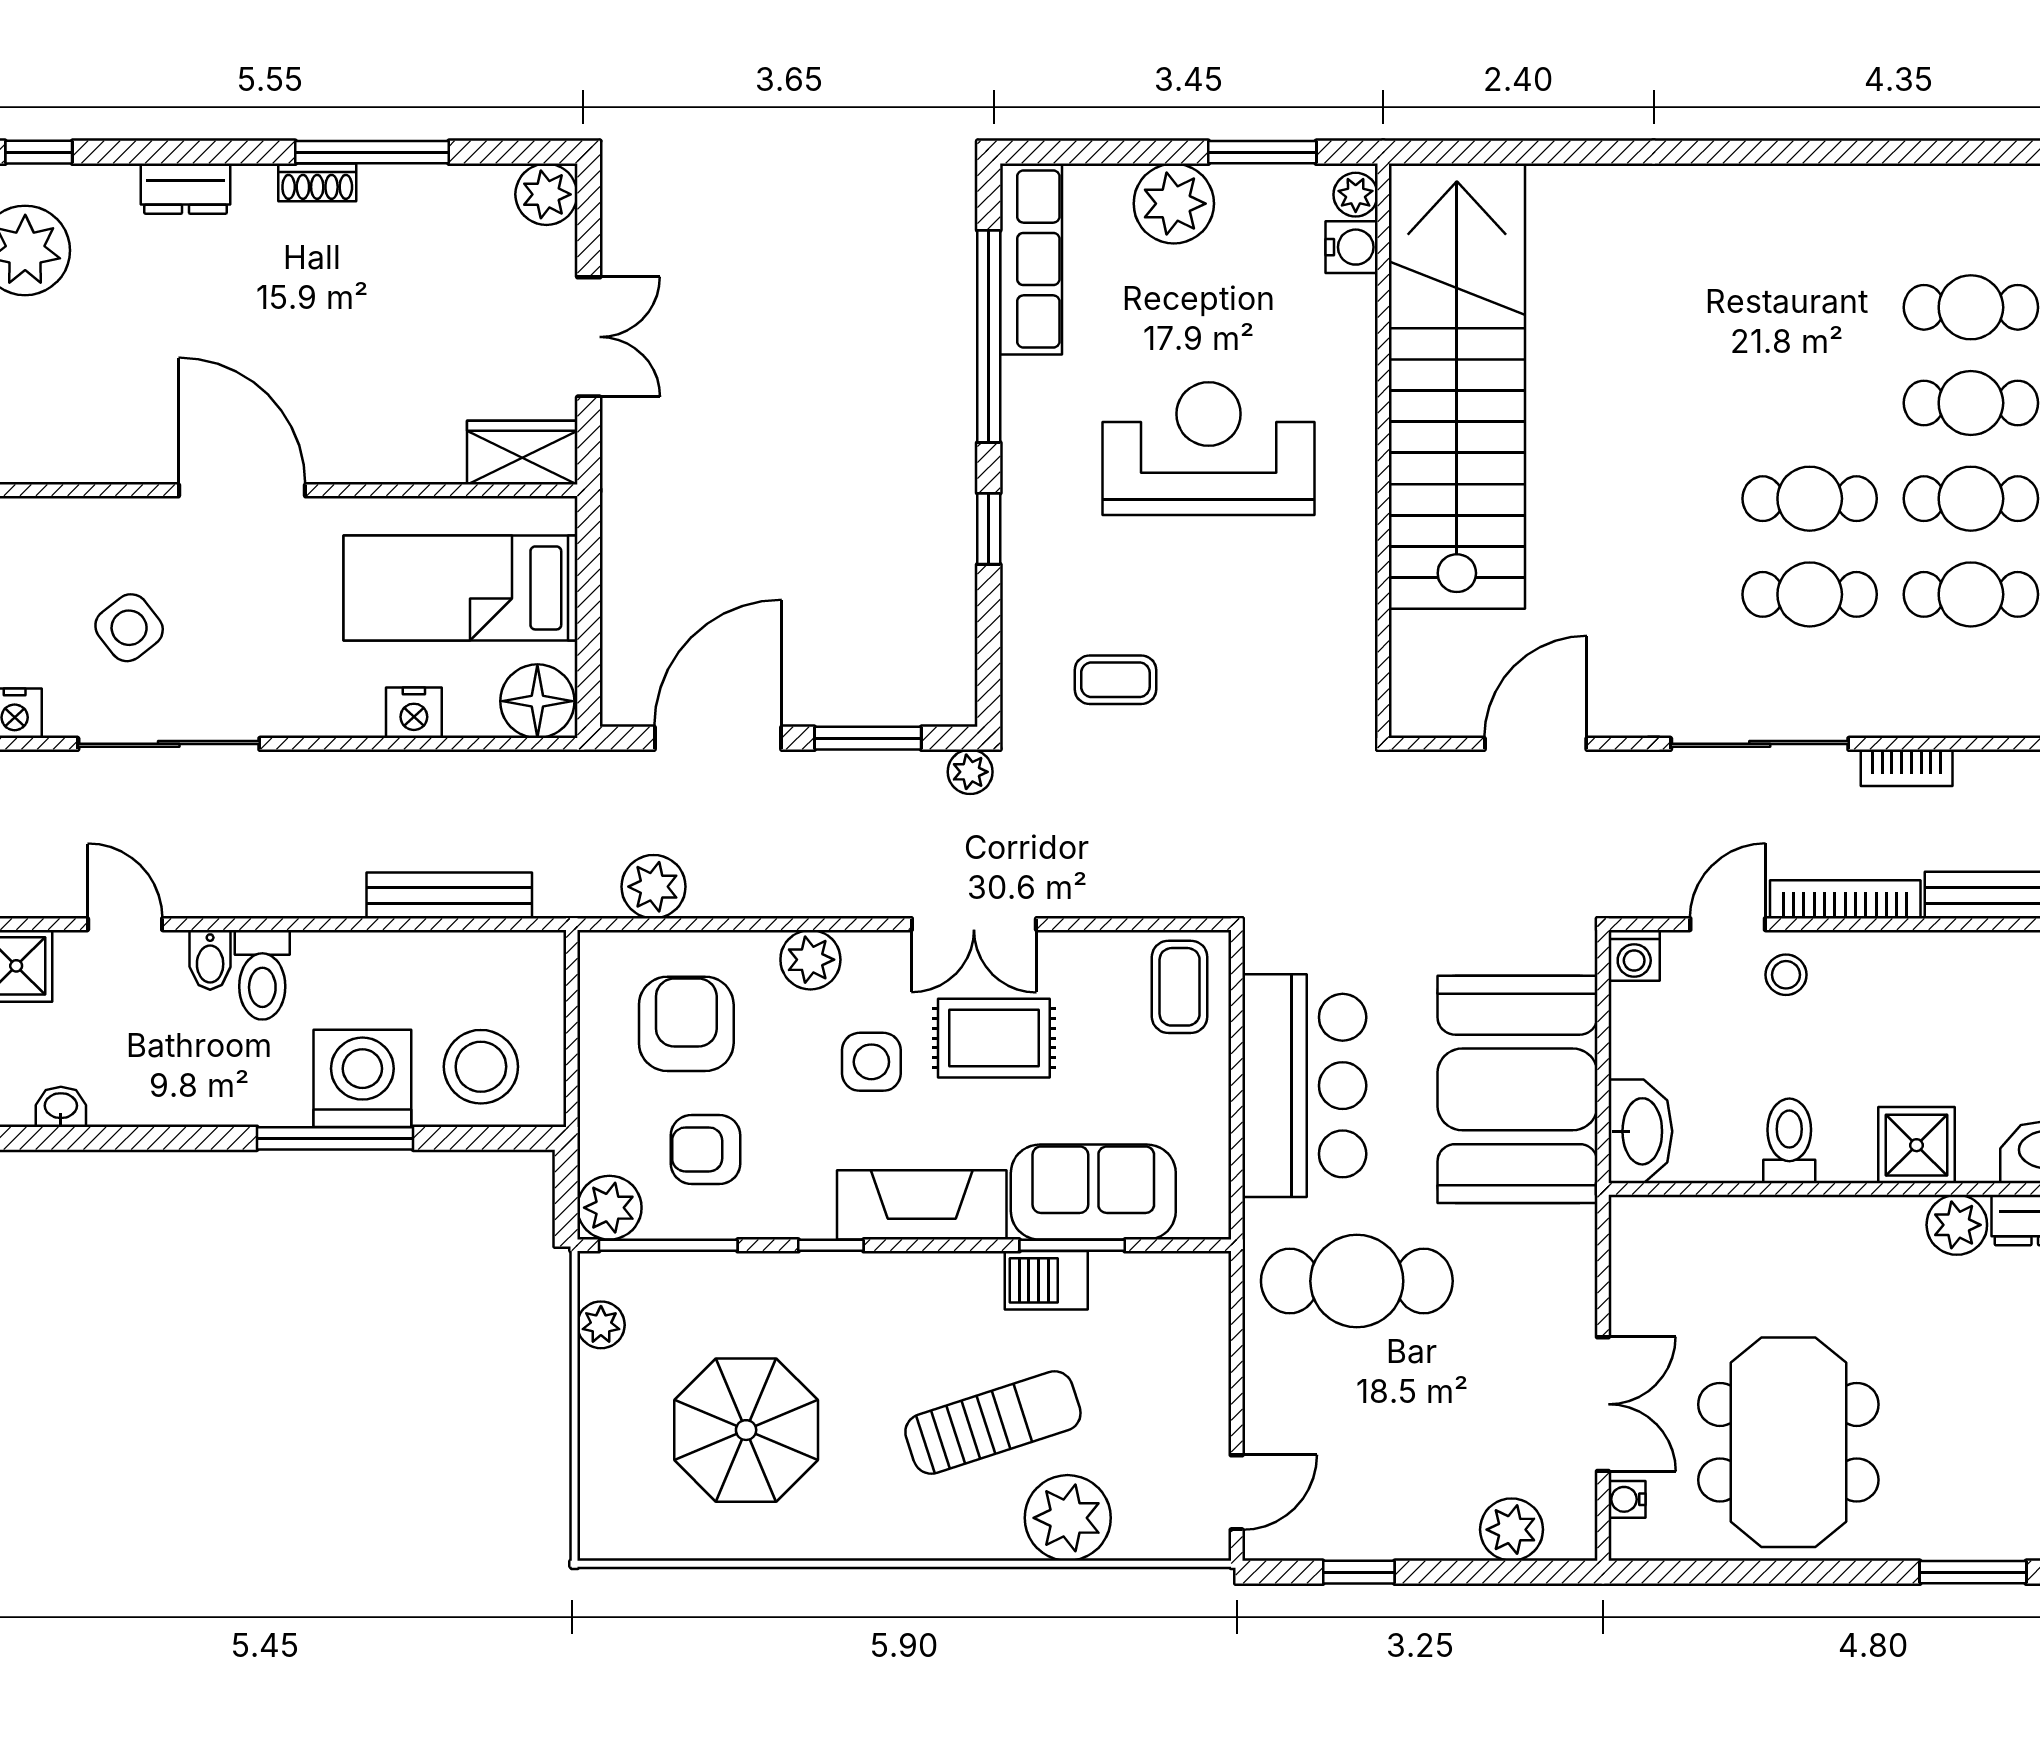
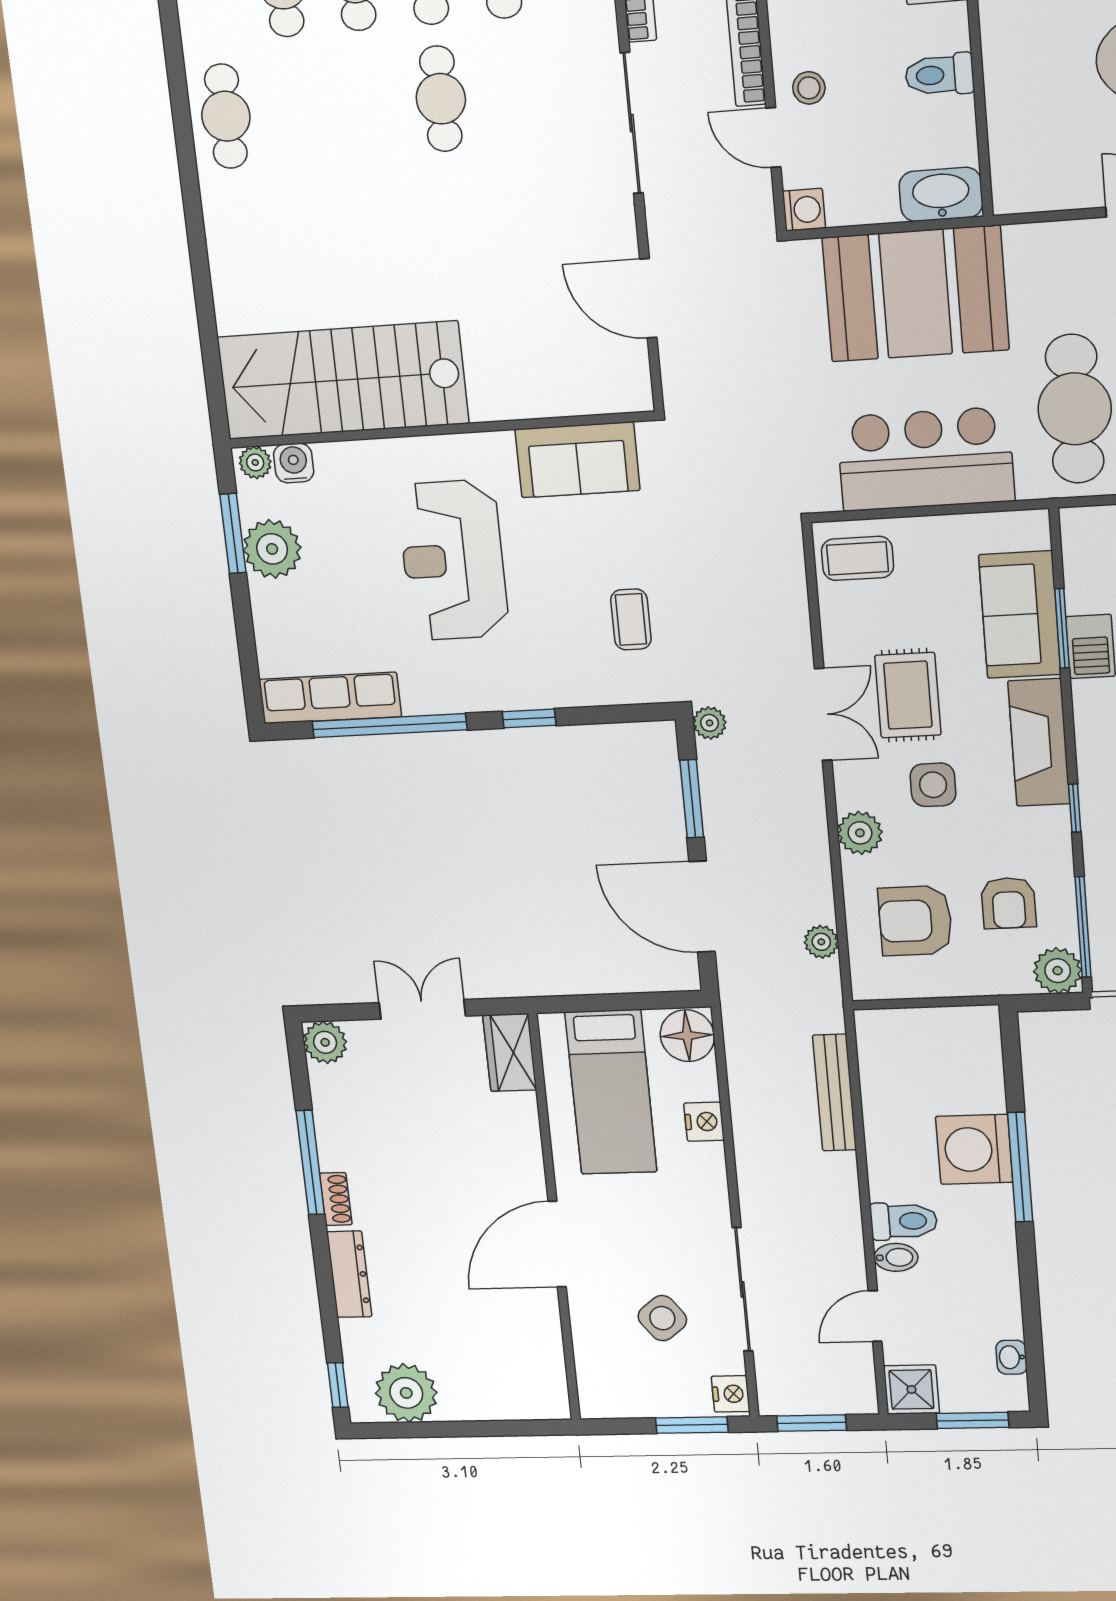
dresser: (186, 189) -> (349, 1274), width x1.44
plant: (1174, 204) -> (272, 549), moved
stairs: (1457, 386) -> (343, 380), width x0.73
cafe table: (1810, 594) -> (226, 116), moved
sofa: (1332, 630) -> (577, 460), added
plant: (654, 887) -> (821, 942), width x0.73, depth x0.73
stool: (481, 1067) -> (959, 1066), removed

